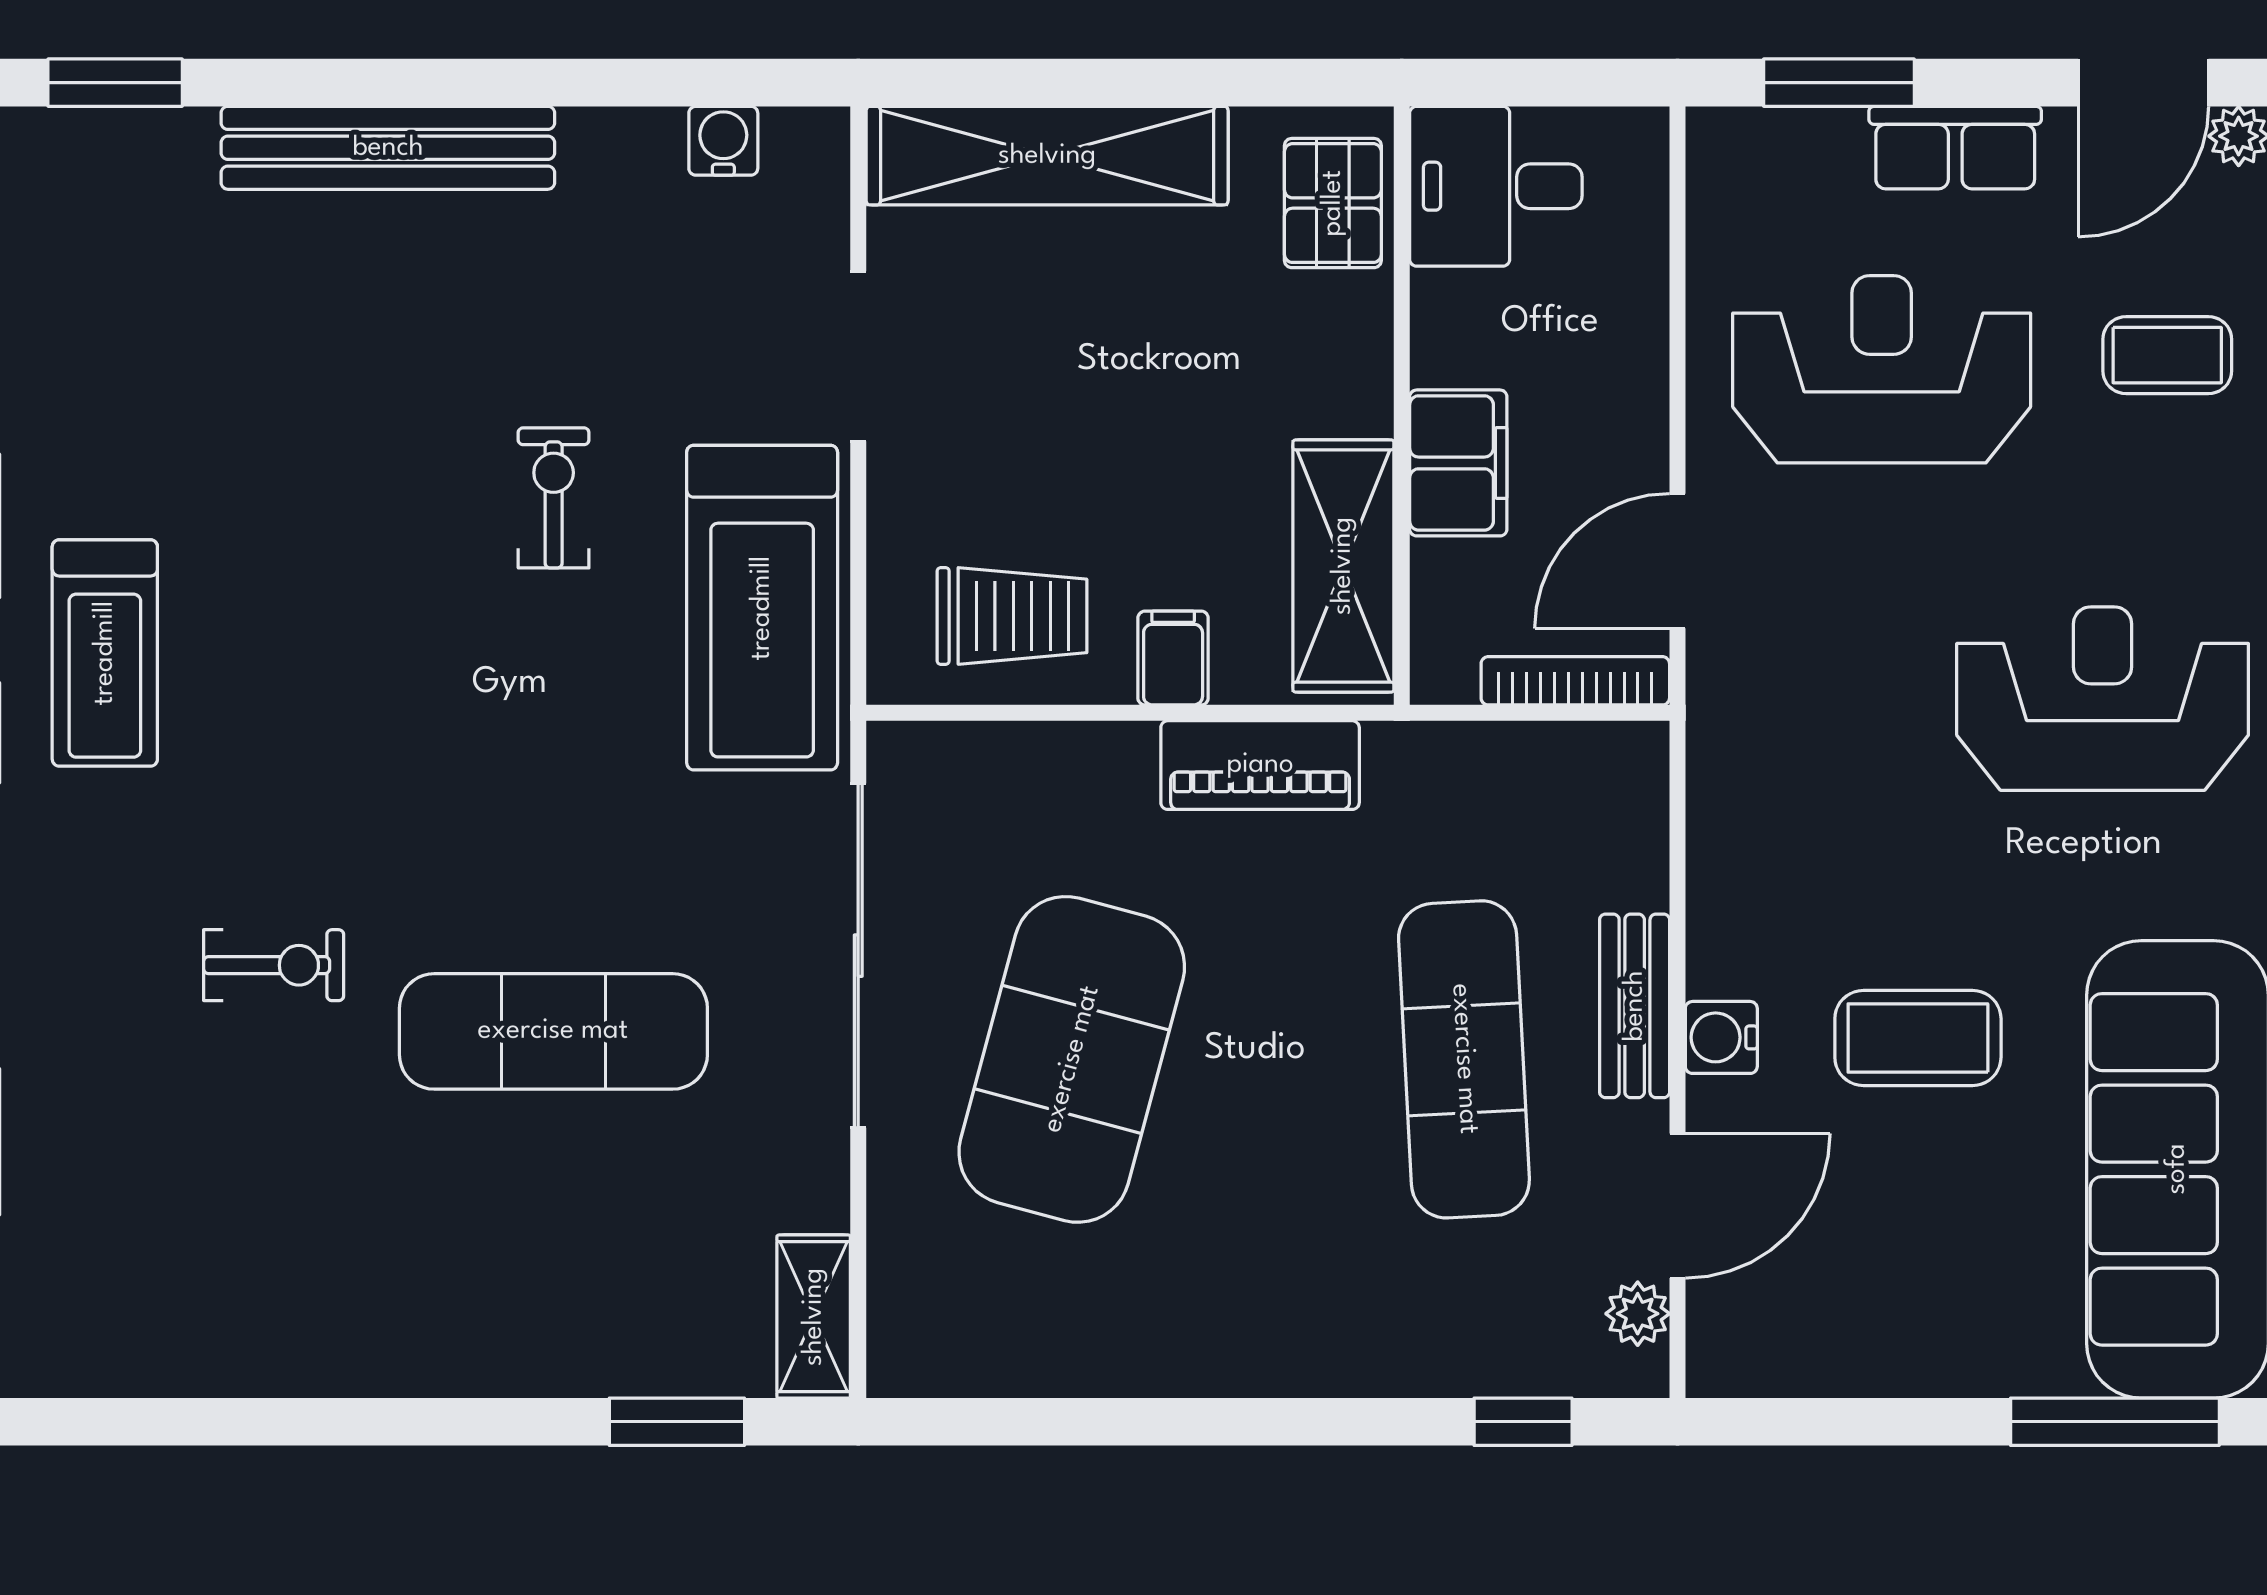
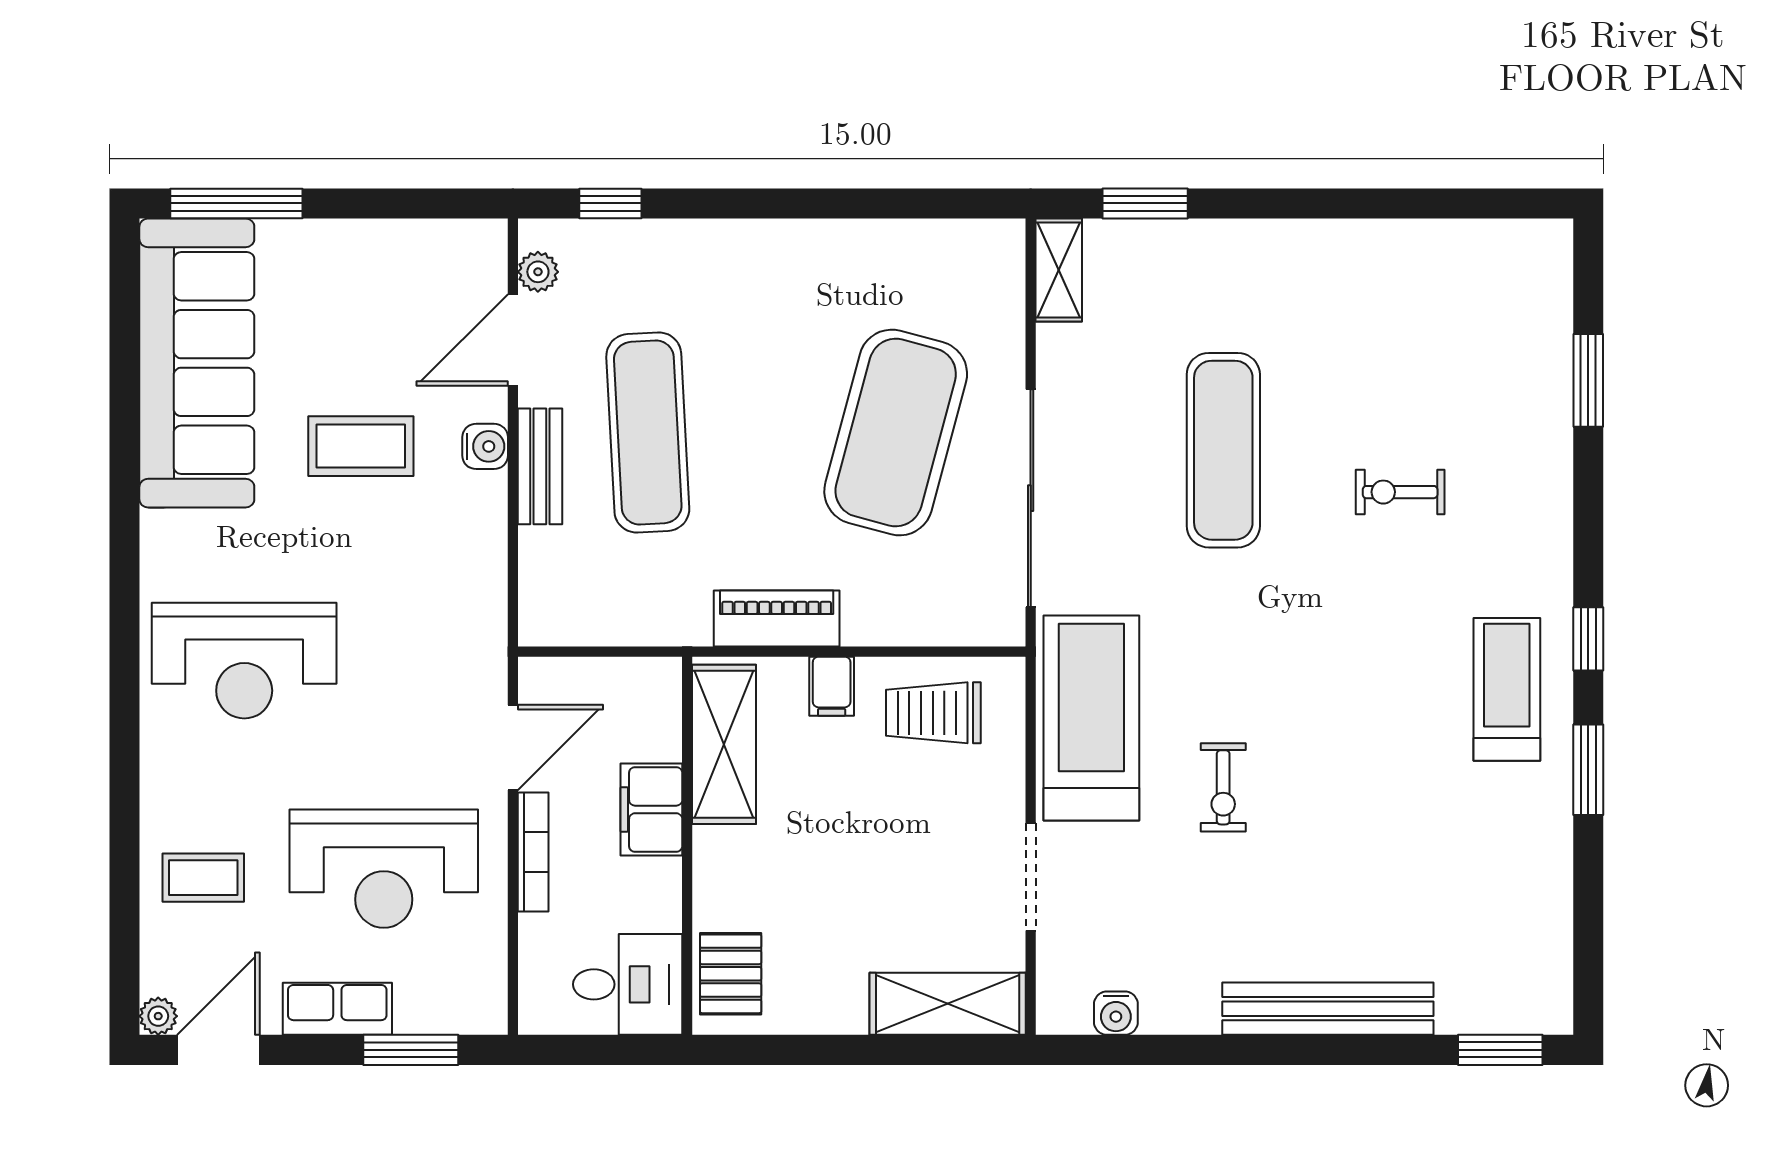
shelving: (1047, 156) -> (948, 1004), width x0.68
bookcase: (1575, 681) -> (533, 852), moved, turned -90
exercise mat: (553, 1031) -> (1223, 450), turned 90

